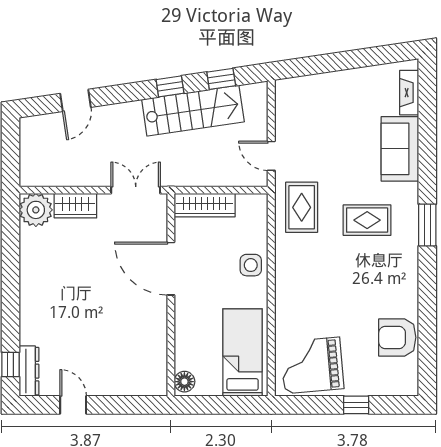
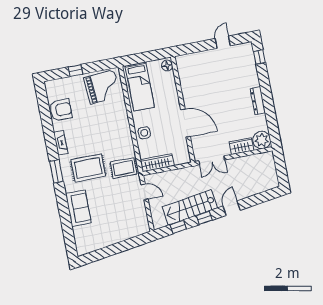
fireplace: (409, 93) -> (61, 143), moved
door: (76, 100) -> (232, 208), moved
wardrobe: (205, 205) -> (157, 163), moved
rug: (302, 207) -> (124, 168), turned 90
rug: (367, 220) -> (88, 168), width x1.36, depth x1.43
dresser: (29, 371) -> (258, 101), moved
door: (73, 405) -> (223, 42), swing flipped

